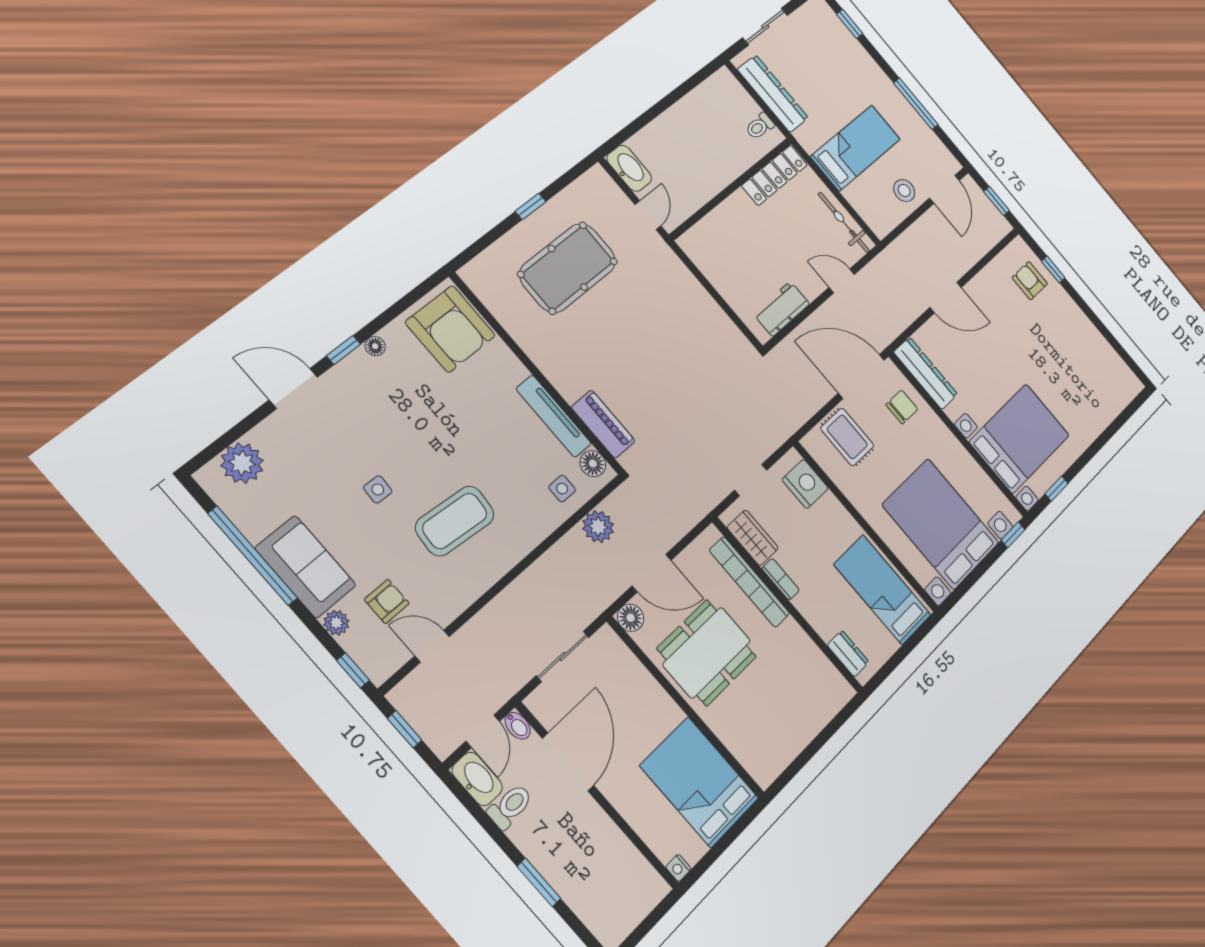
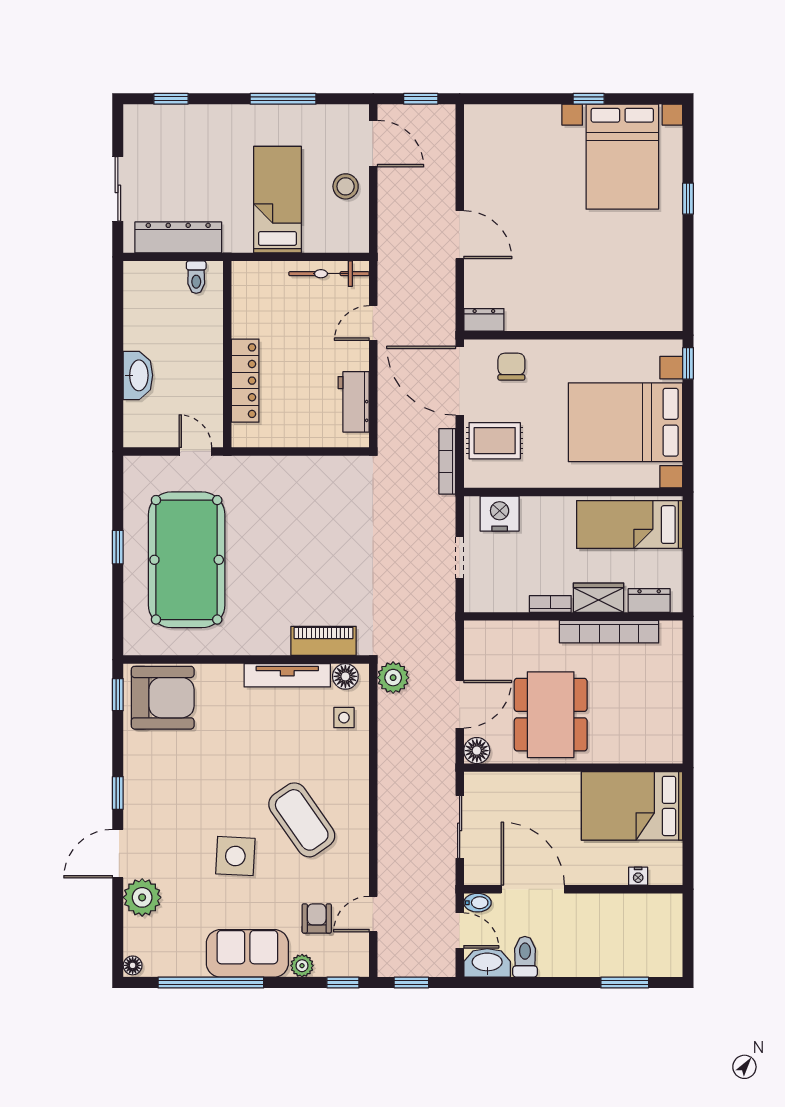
washbasin: (629, 168) -> (138, 375), moved, turned 90
locker: (775, 175) -> (245, 381), moved
pool table: (568, 268) -> (187, 560), width x1.36, depth x1.32
window: (1053, 269) -> (589, 99), moved
armchair: (1030, 281) -> (509, 134), removed
window: (421, 290) -> (118, 695), added
door: (946, 297) -> (460, 235), hinge flipped
floor lamp: (375, 346) -> (133, 965), moved
dresser: (926, 373) -> (484, 320), width x0.51, depth x0.80
door: (861, 376) -> (460, 381), hinge flipped
bookcase: (804, 413) -> (447, 461), added
bed with nightstands: (1020, 439) -> (622, 157), moved, turned 180
plant: (242, 463) -> (142, 897), moved
side table: (378, 489) -> (235, 856), width x1.87, depth x1.87
window: (1057, 489) -> (688, 199), moved
coffee table: (455, 521) -> (302, 820), turned -40
plant: (598, 527) -> (393, 678), moved
wardrobe: (753, 538) -> (599, 598), moved
bookcase: (749, 582) -> (609, 632), moved
nightstand: (678, 868) -> (638, 876), moved
window: (539, 882) -> (625, 982), moved

